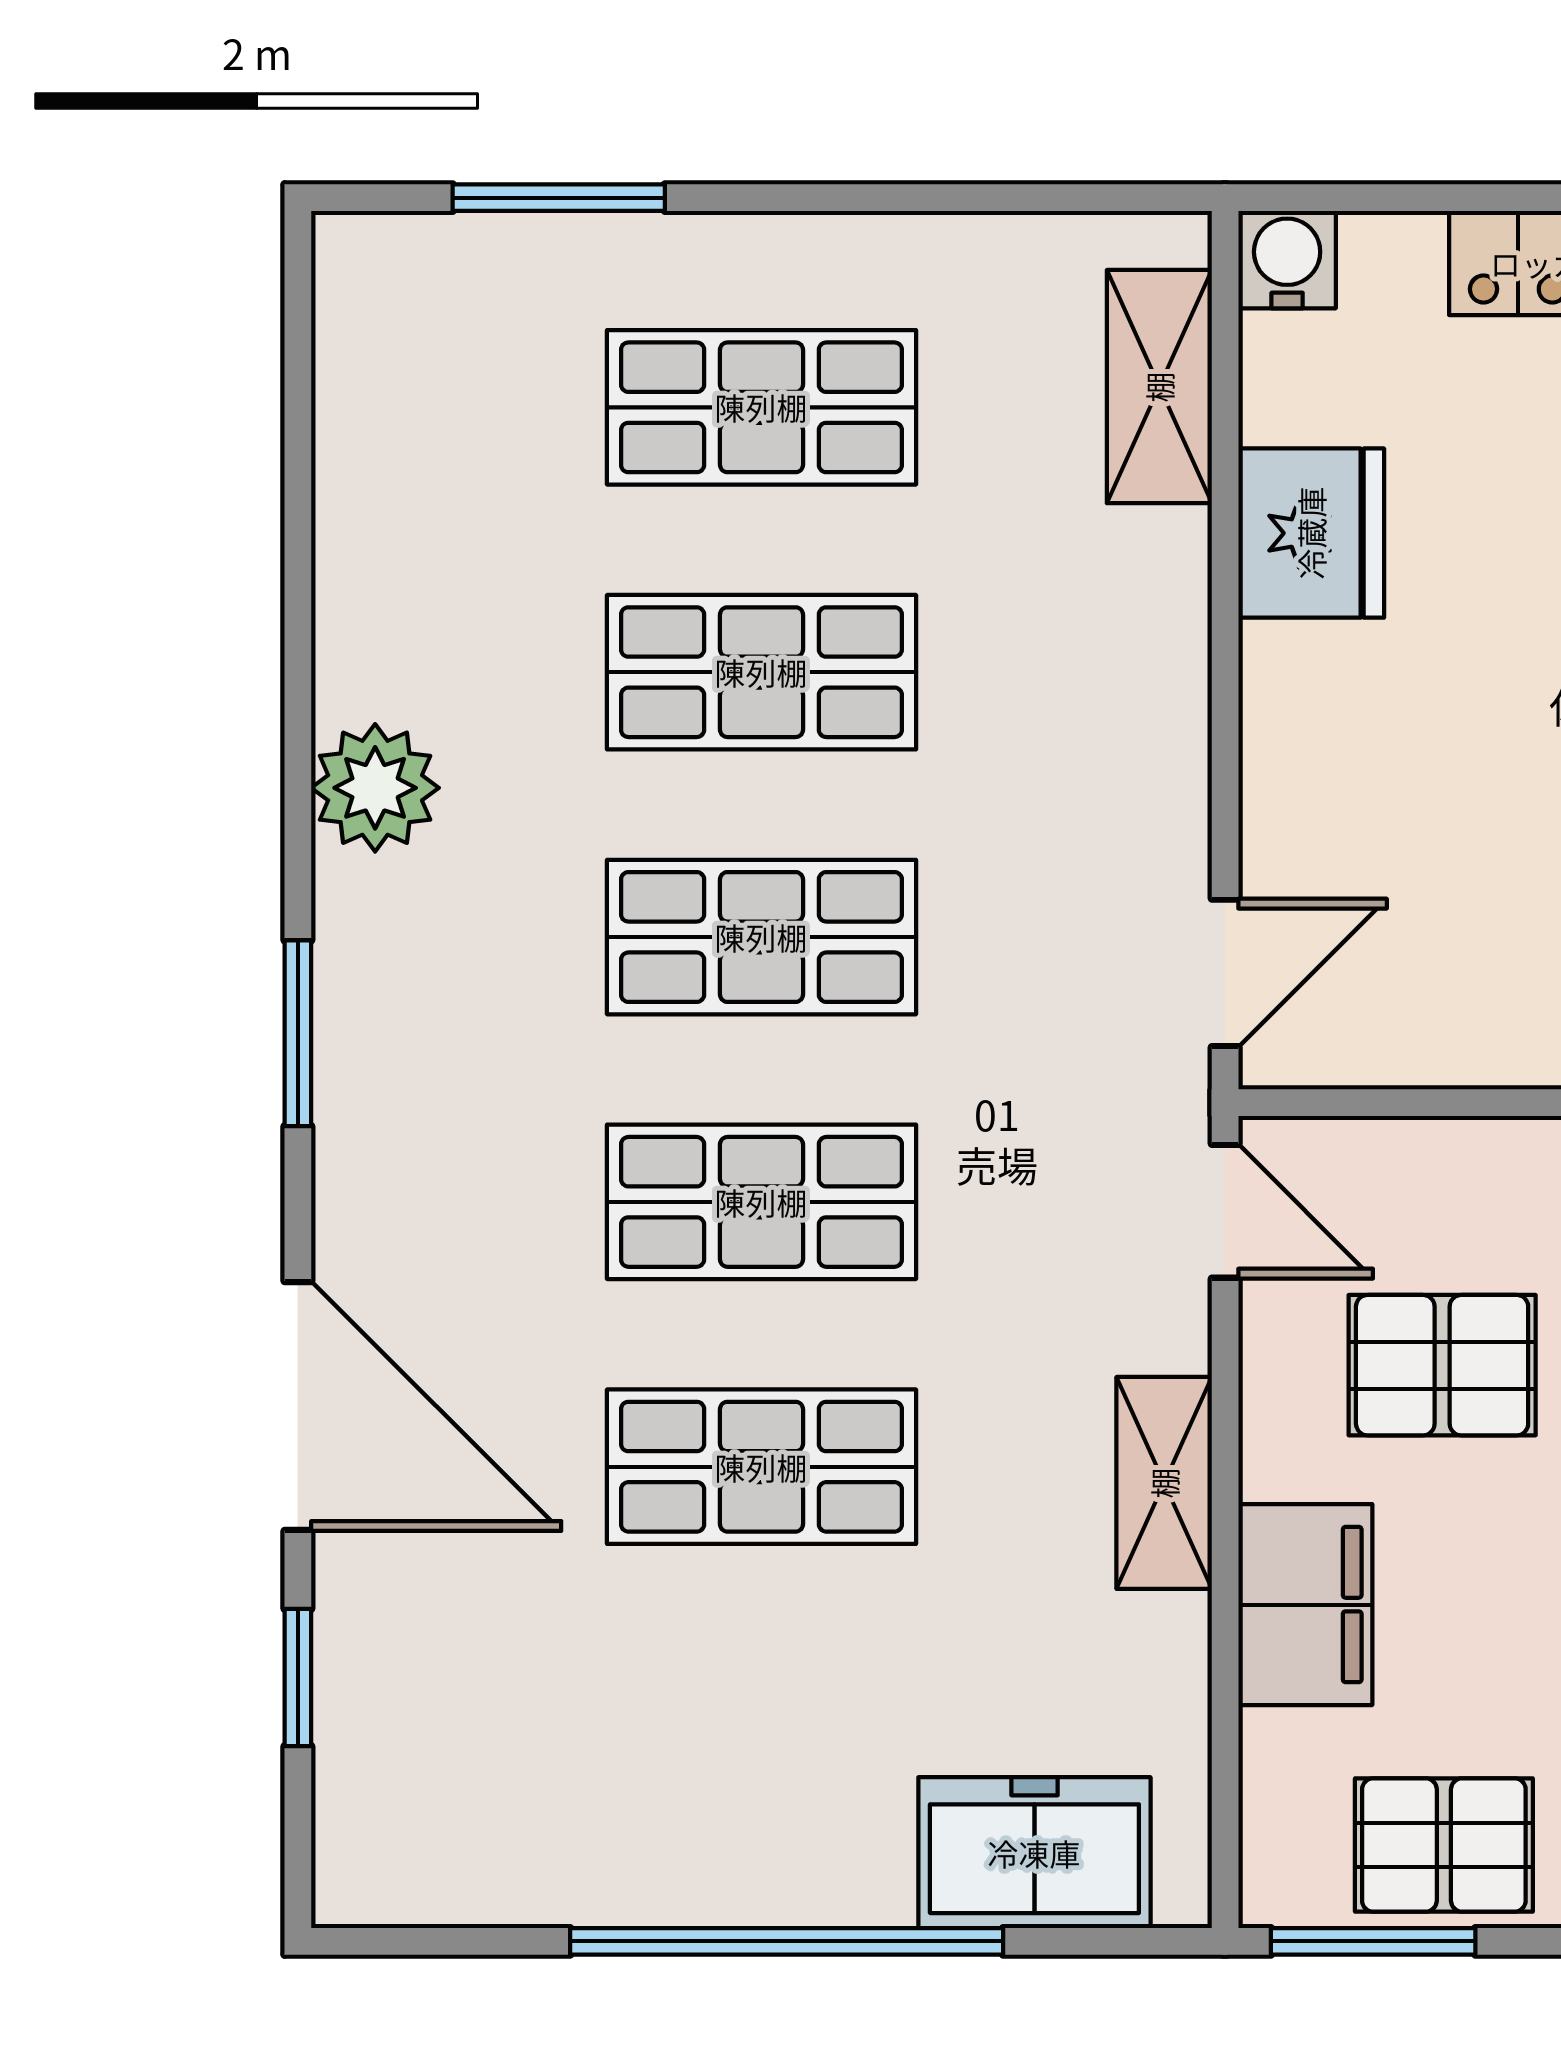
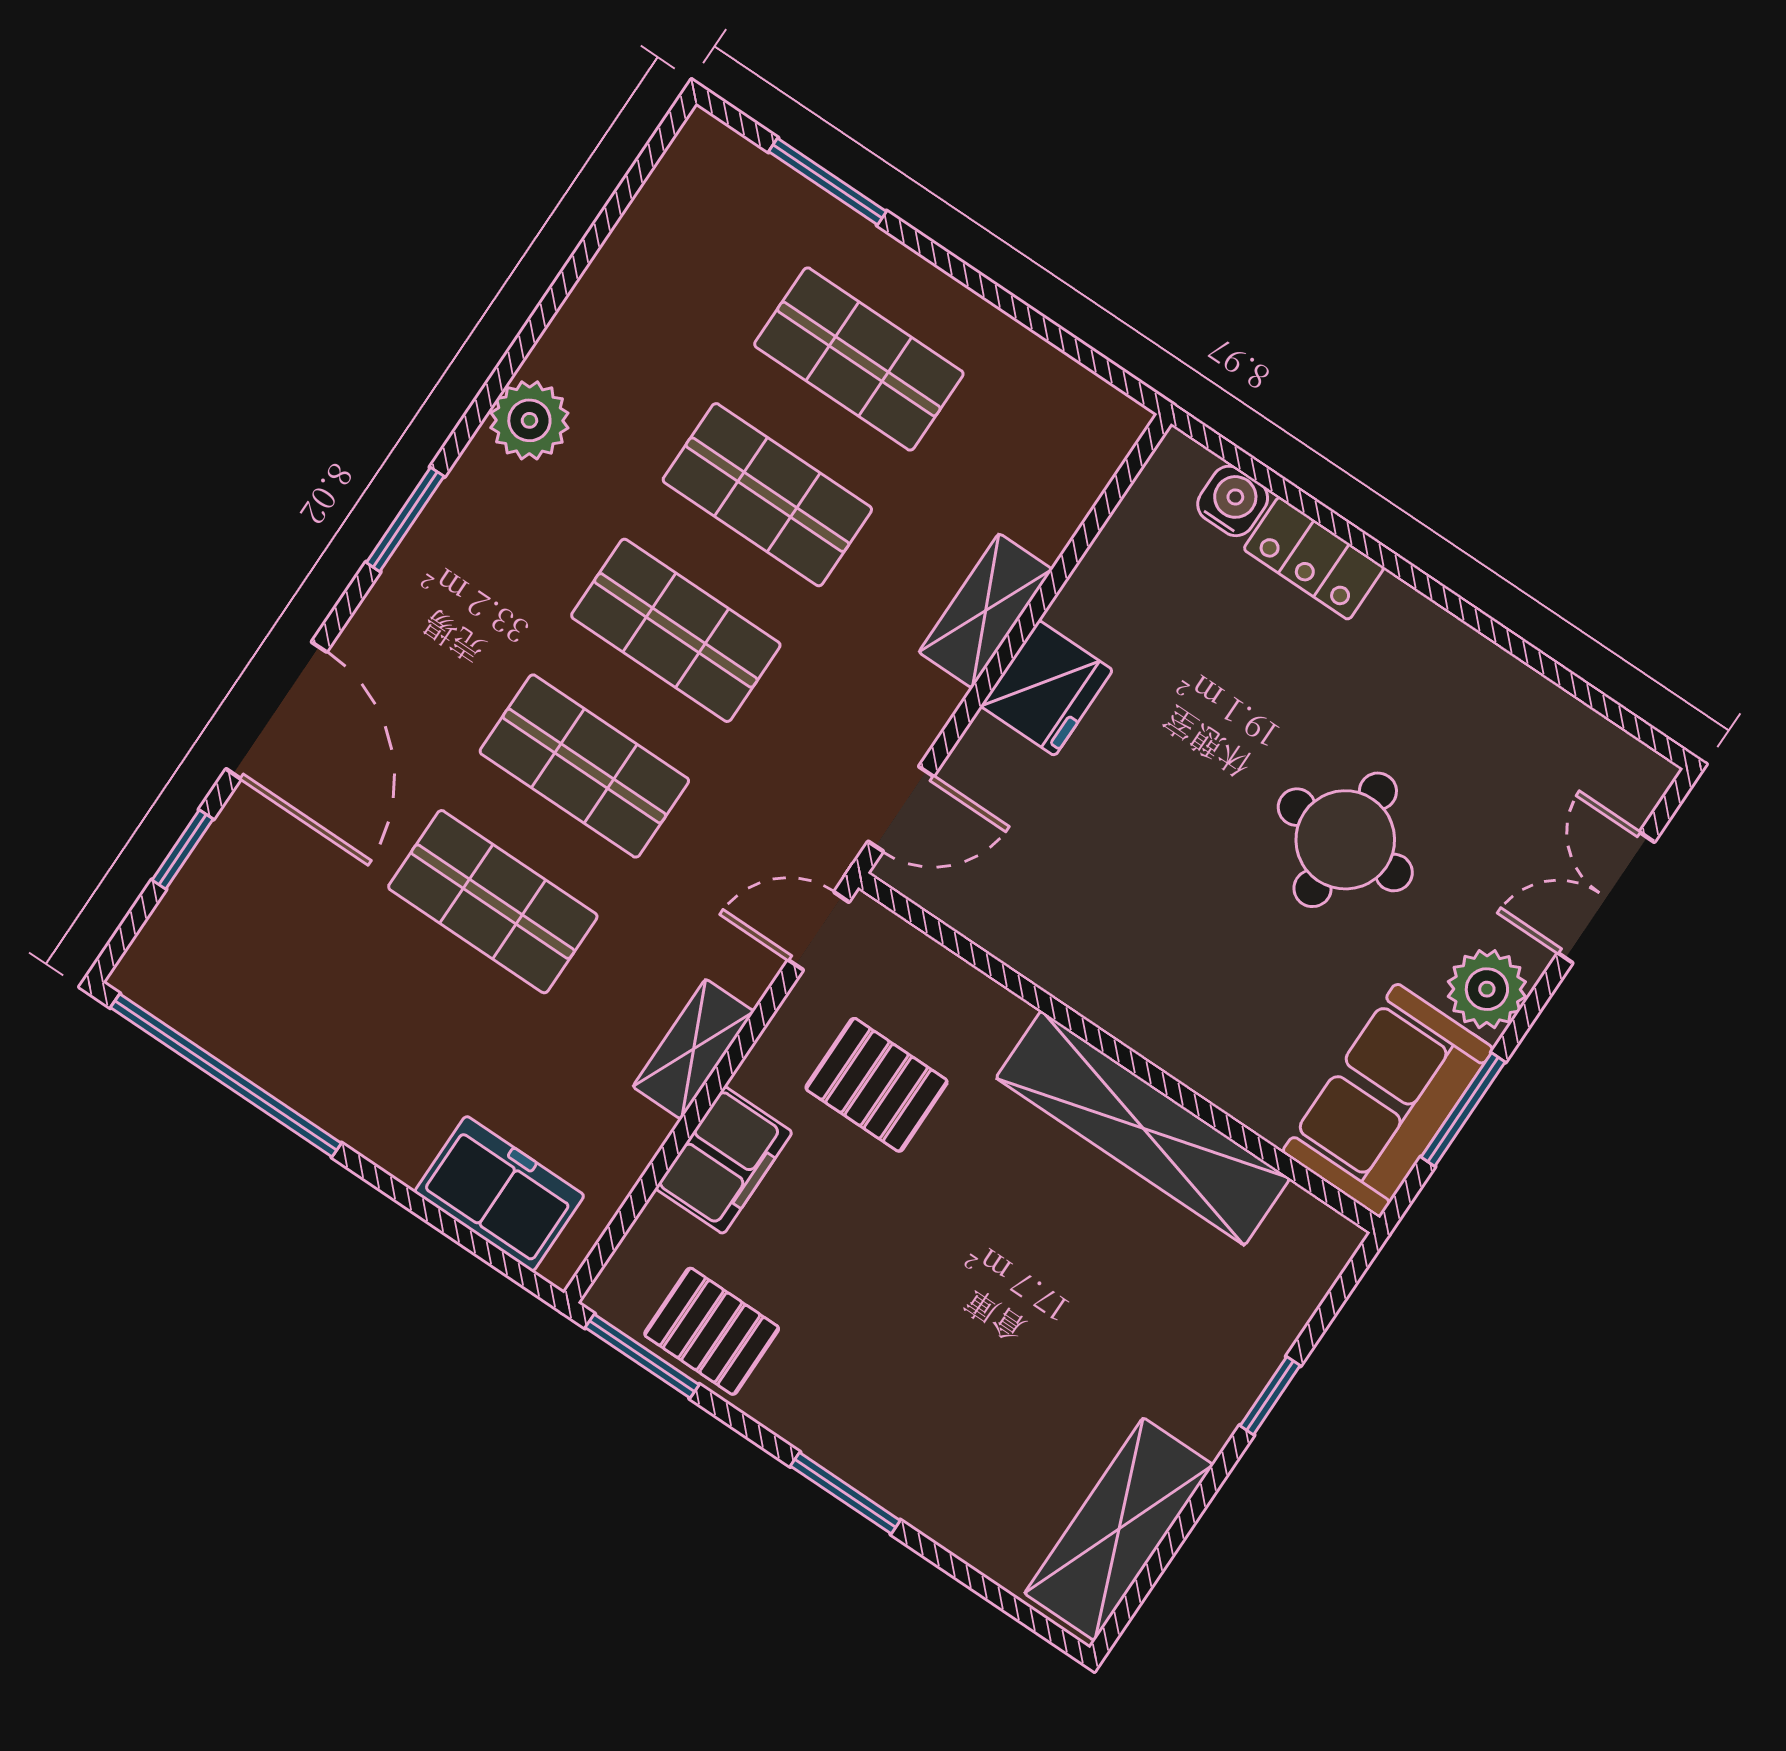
water cooler: (1287, 260) -> (1233, 501), moved
shelving: (1159, 387) -> (986, 611), moved
fridge: (1311, 533) -> (1047, 688), moved
door: (1225, 1211) -> (819, 931), swing flipped
window: (787, 1941) -> (226, 1075), moved

